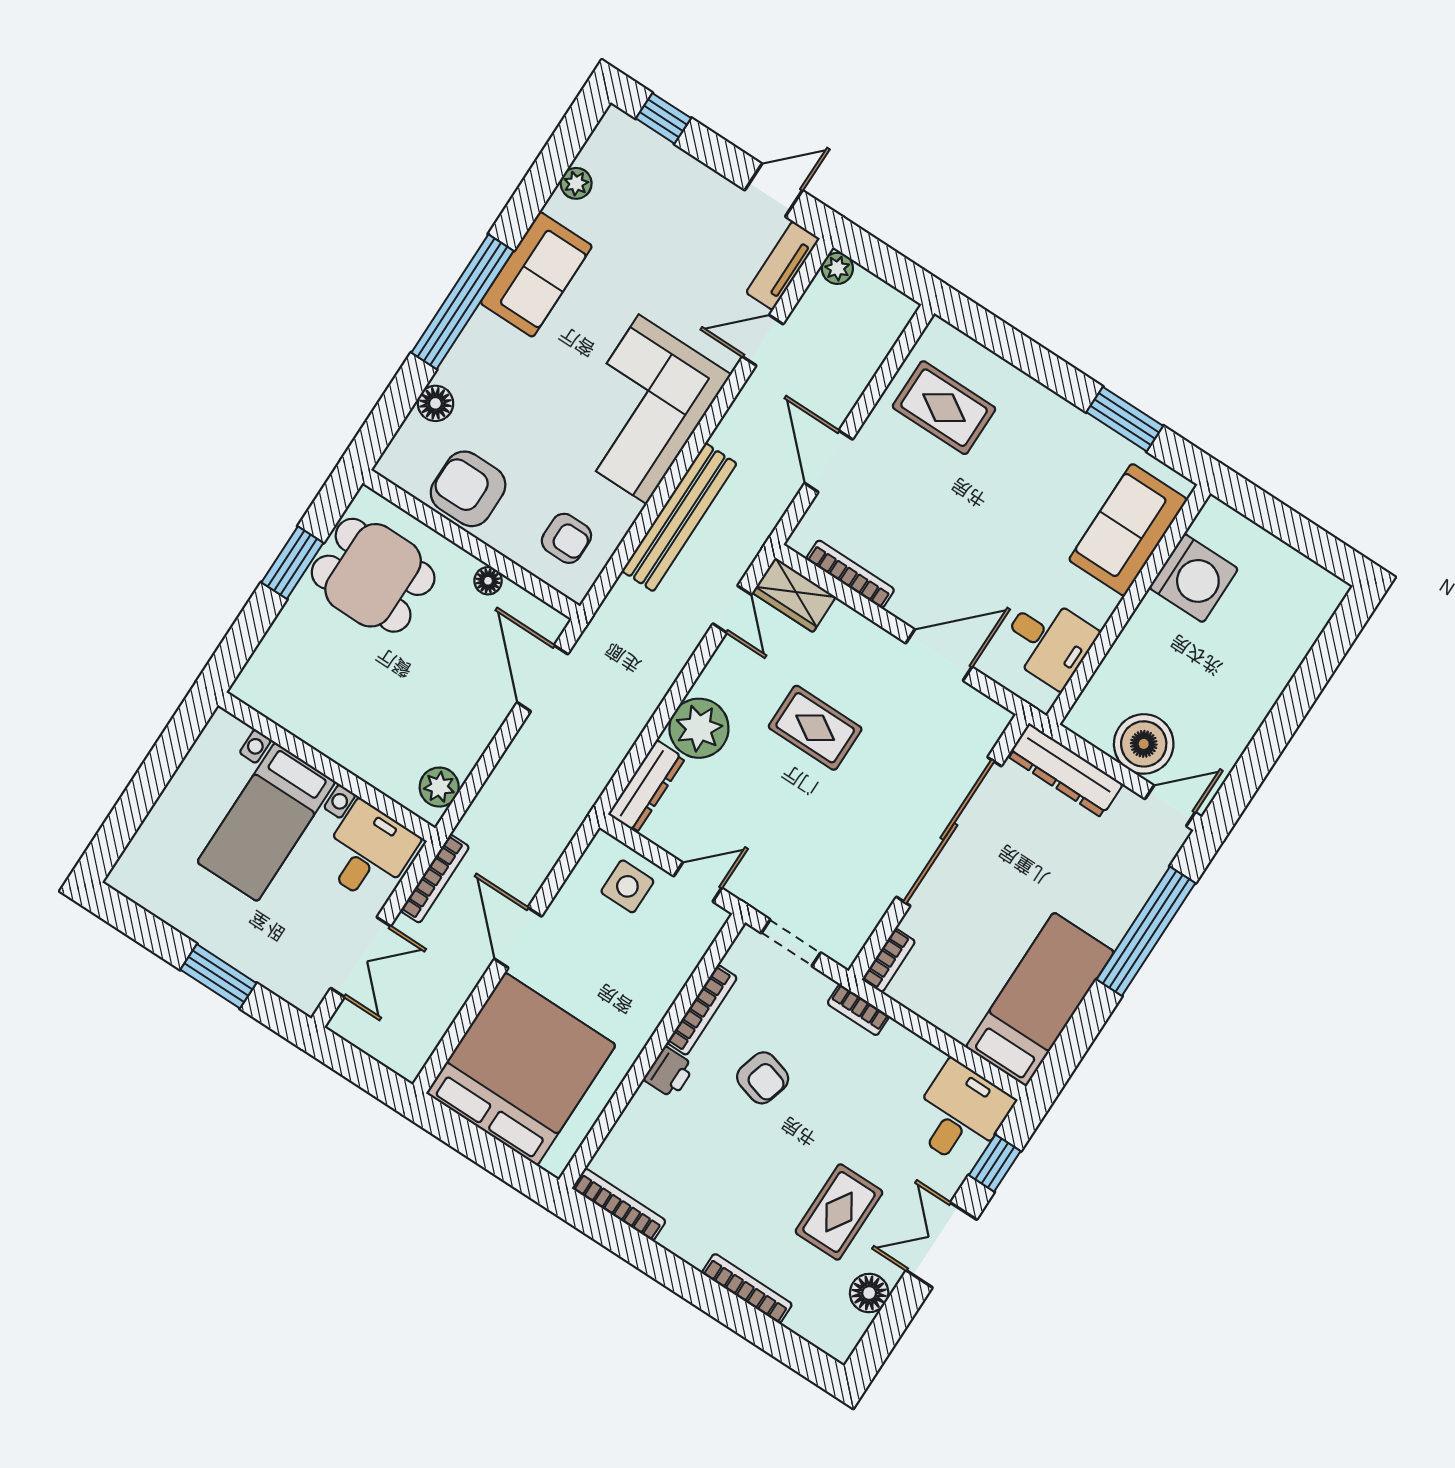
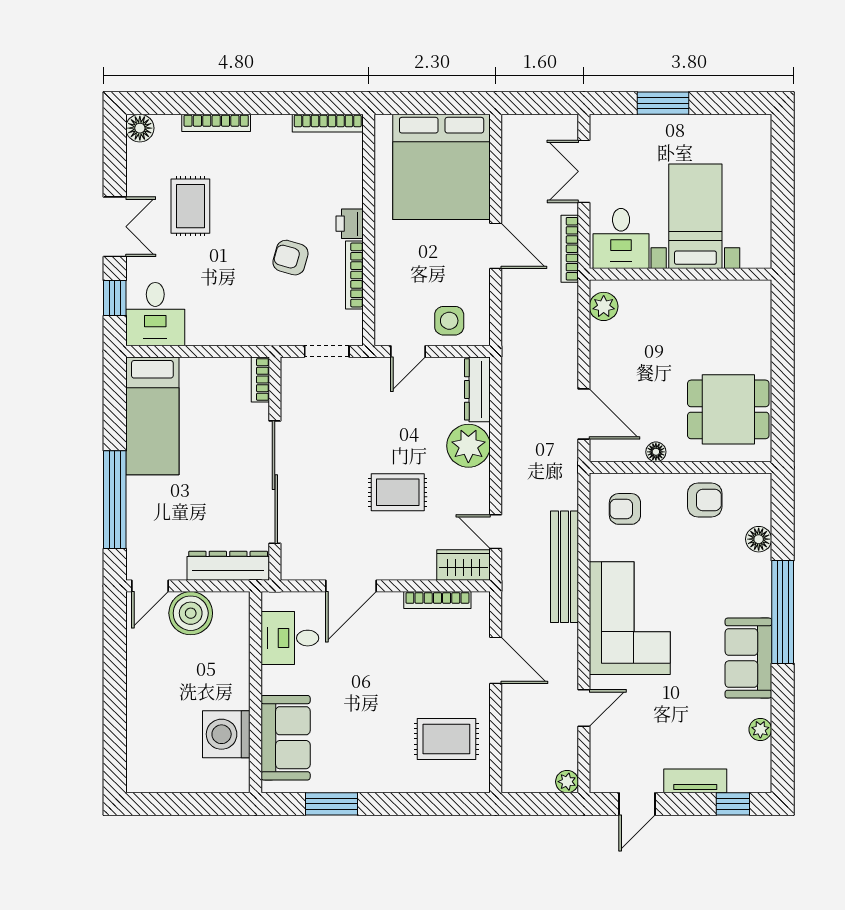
tv unit: (783, 266) -> (695, 781), moved, turned -90
armchair: (468, 489) -> (705, 500), width x0.72, depth x0.72
window: (292, 563) -> (783, 385), removed
bookcase: (858, 1010) -> (259, 337), removed
floor lamp: (869, 1293) -> (140, 128), moved

